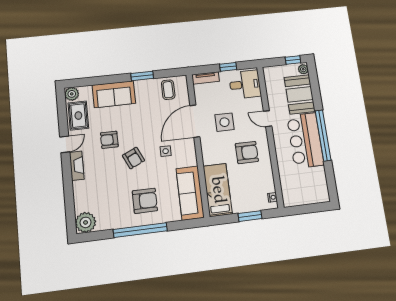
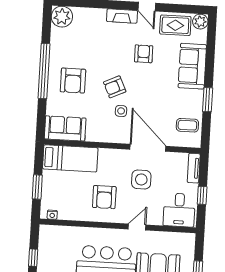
armchair: (133, 158) -> (115, 87), moved
sofa: (190, 193) -> (65, 128), width x0.73
window: (315, 208) -> (33, 258), added

